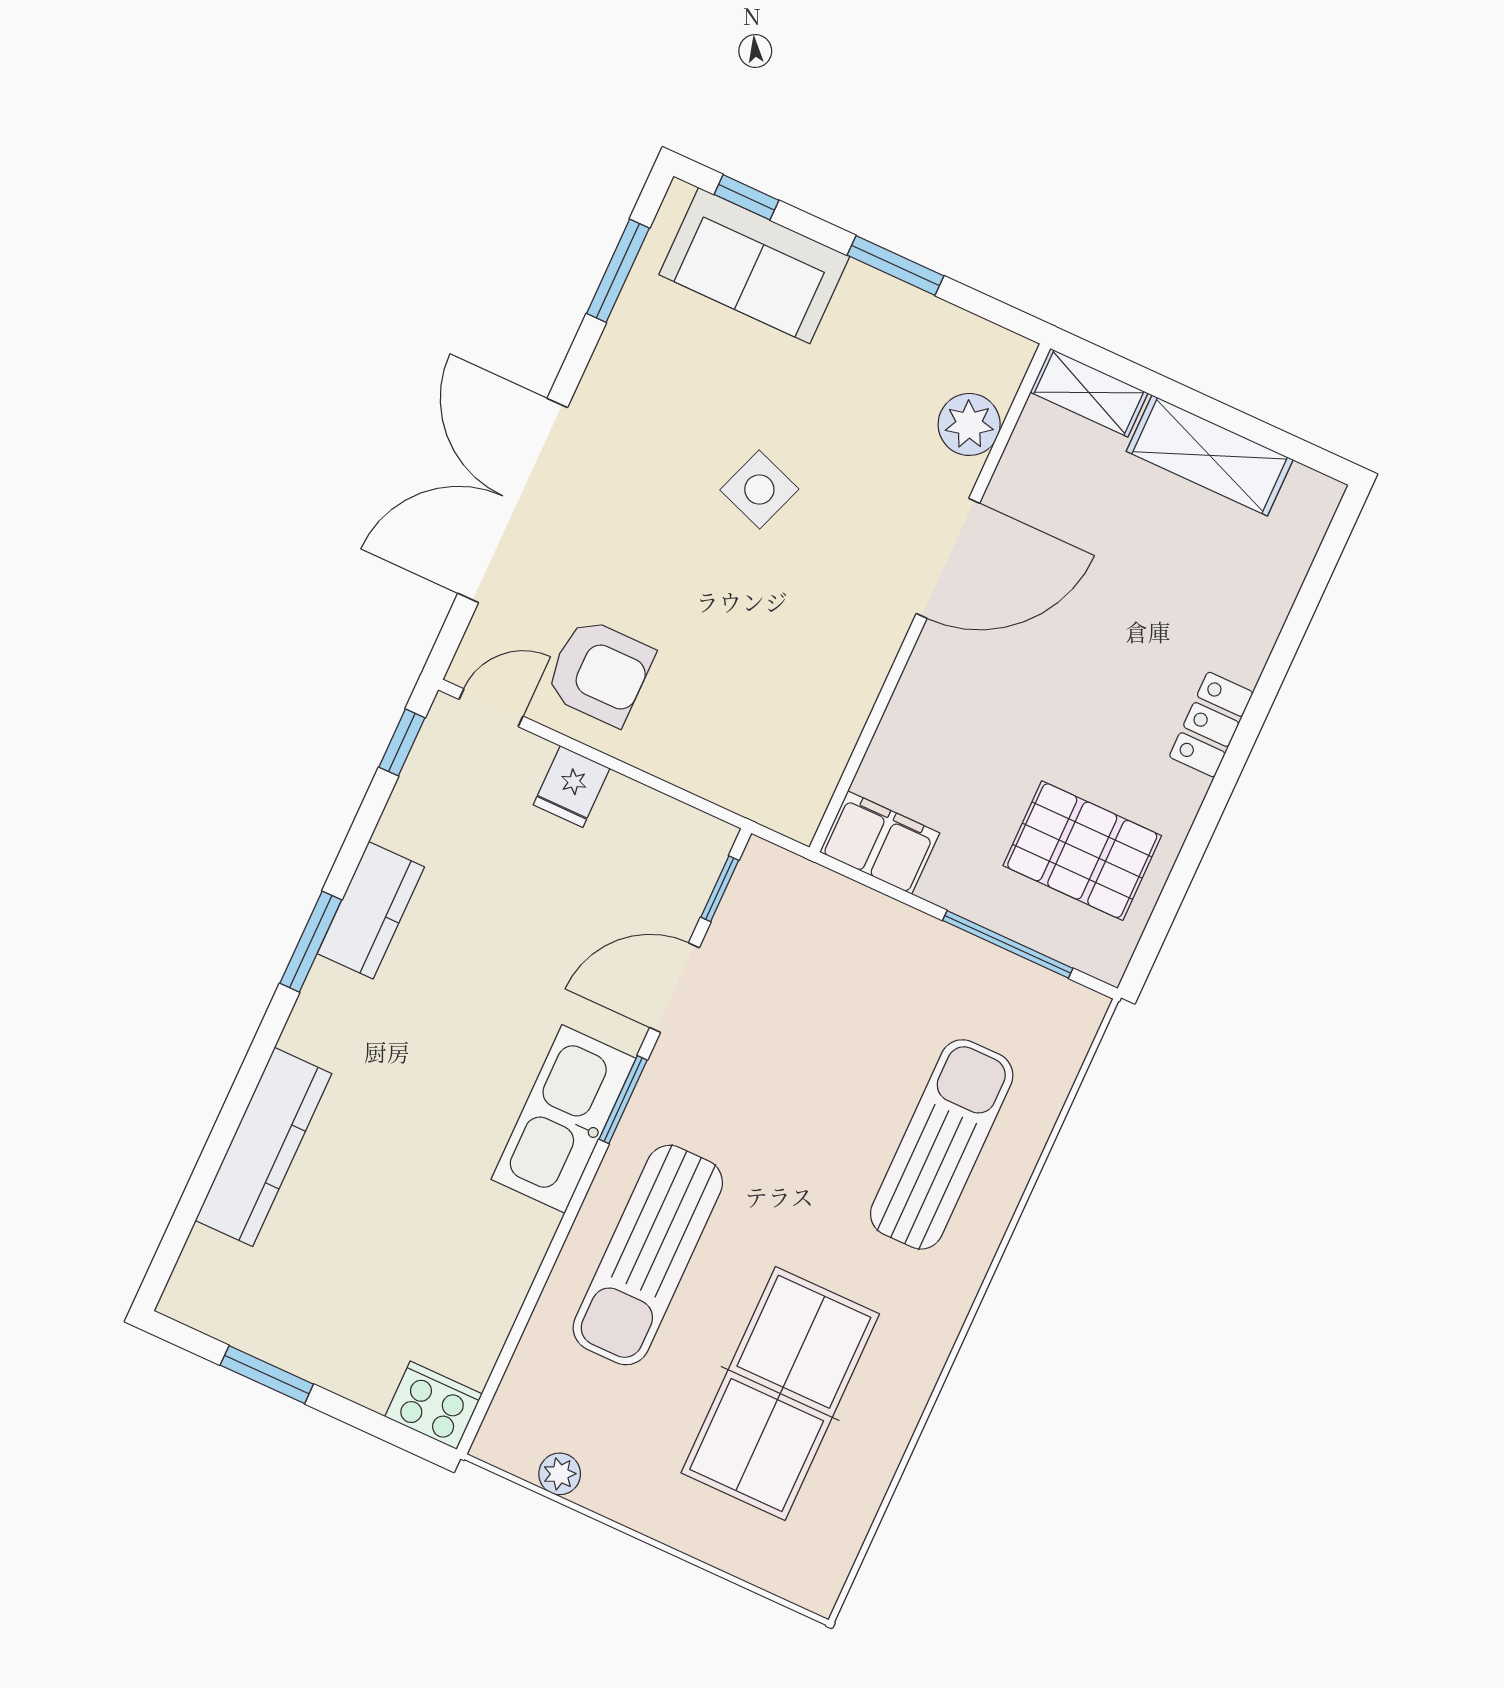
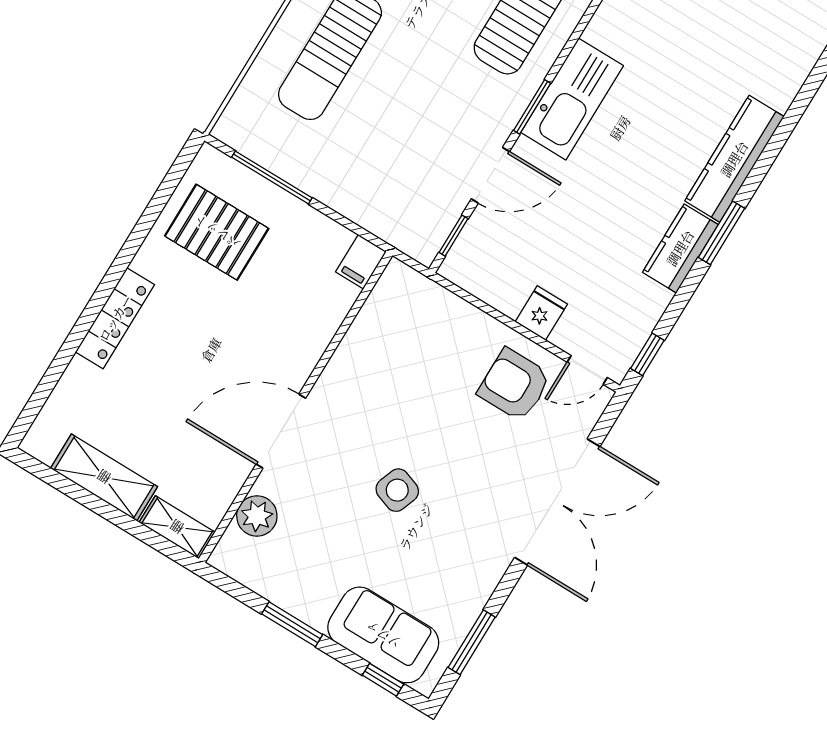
locker: (1211, 725) -> (115, 318), width x1.53
filing cabinet: (880, 843) -> (361, 262), width x0.50
kitchen counter: (263, 1147) -> (734, 159), moved

